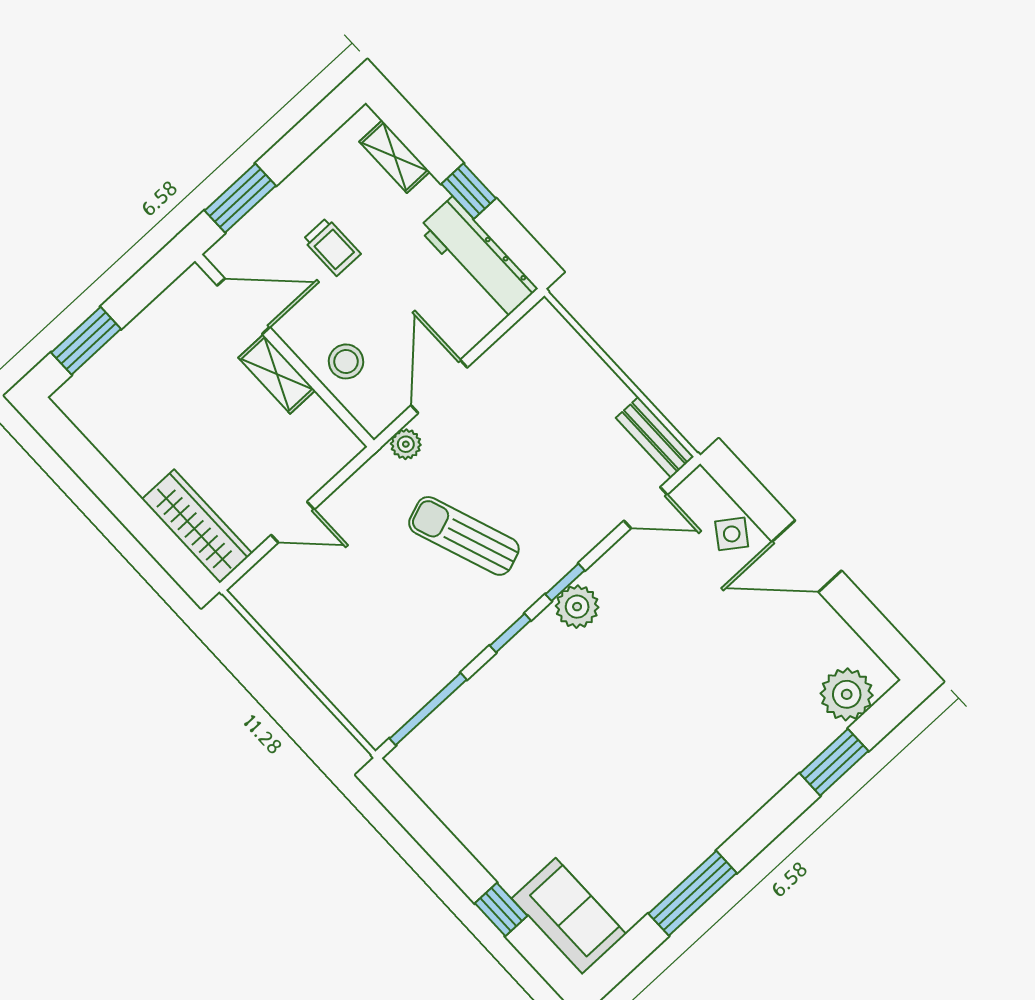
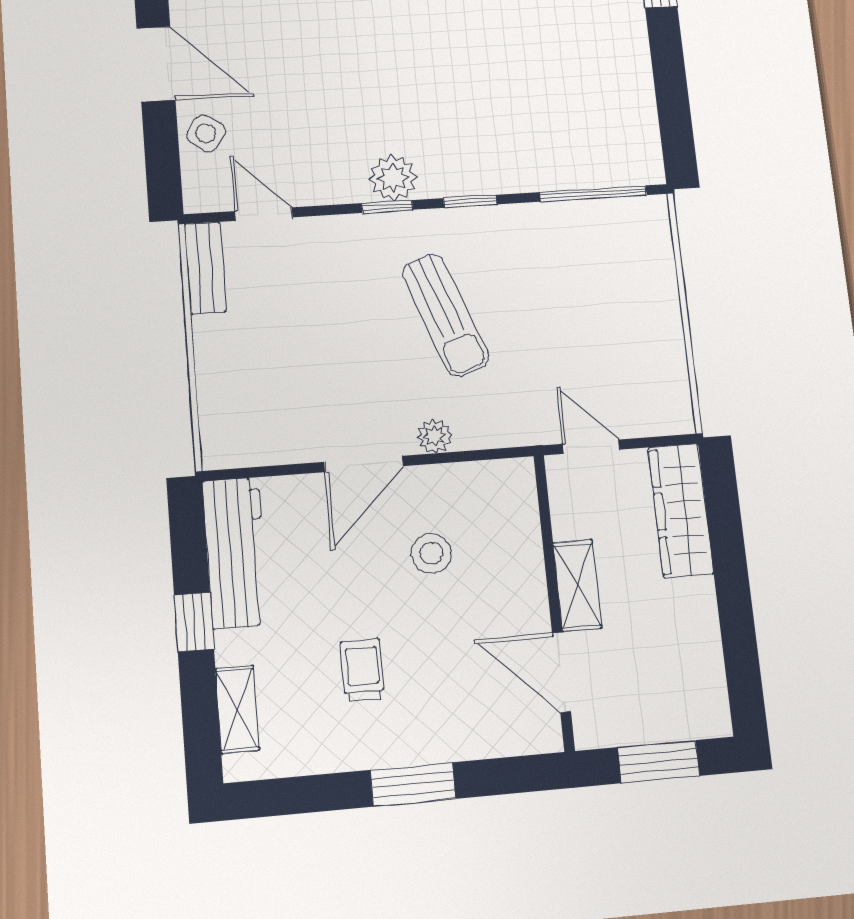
door: (244, 306) -> (561, 672), moved
wall: (284, 351) -> (554, 601), moved
shelving: (277, 374) -> (577, 585), moved

